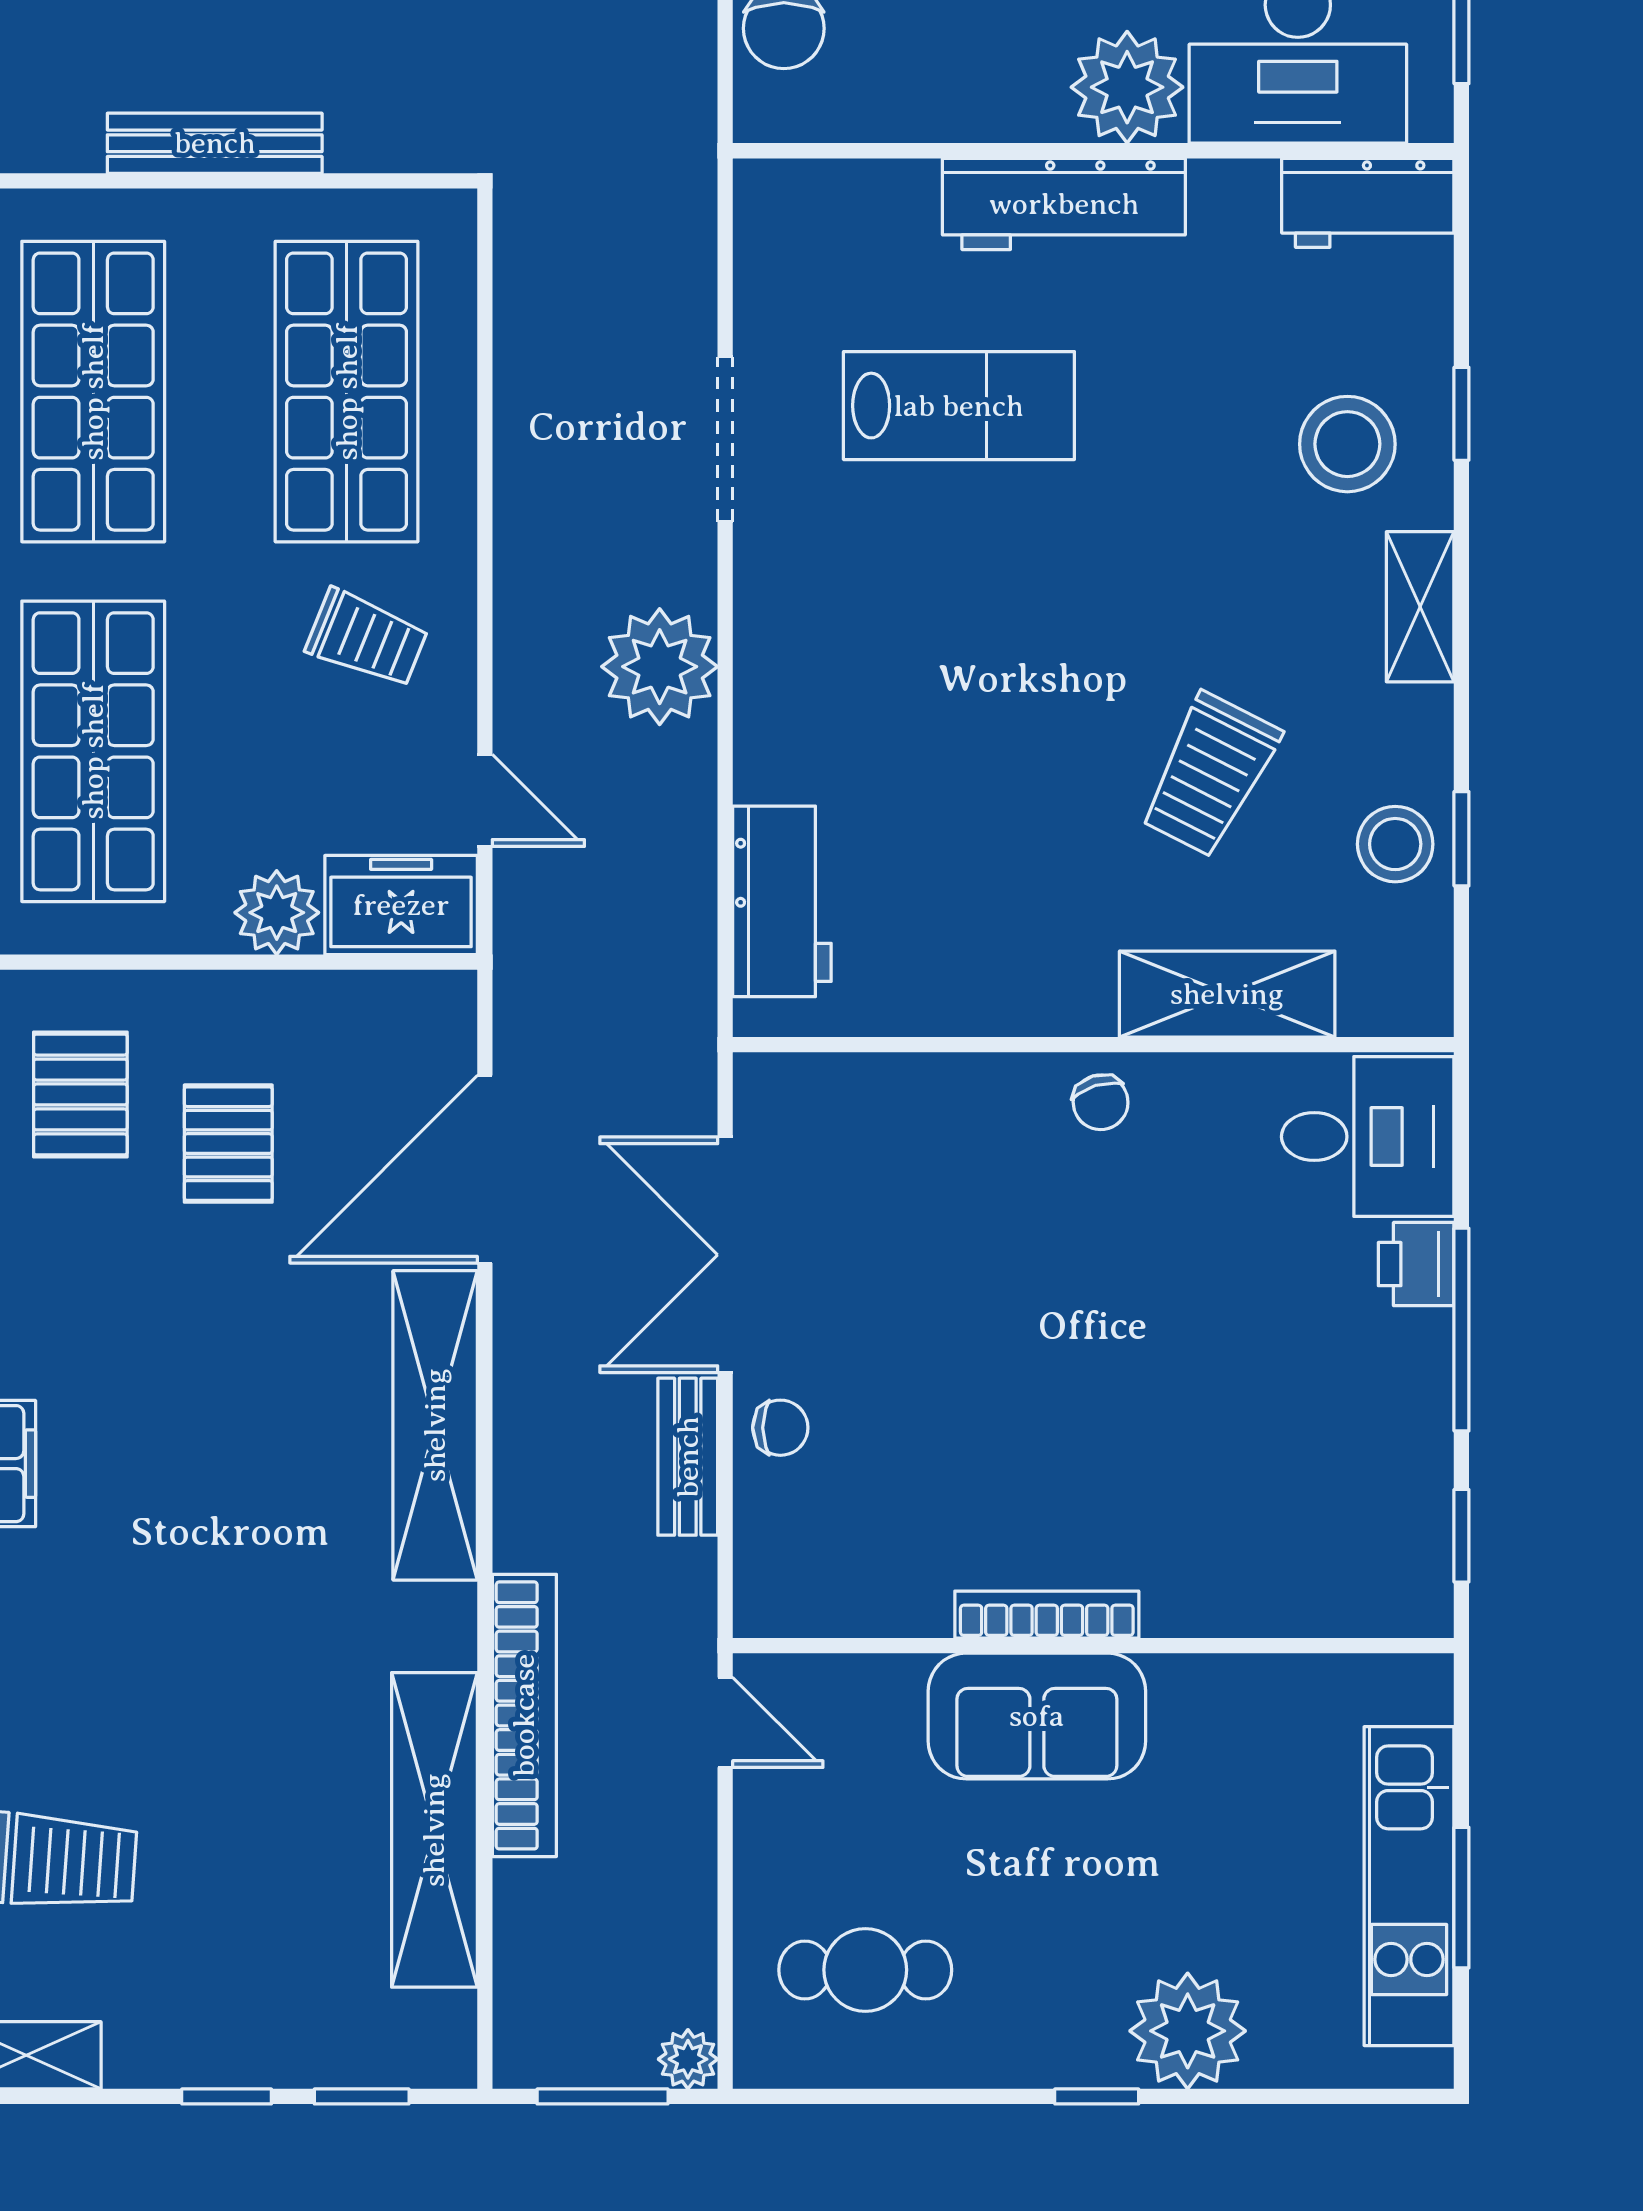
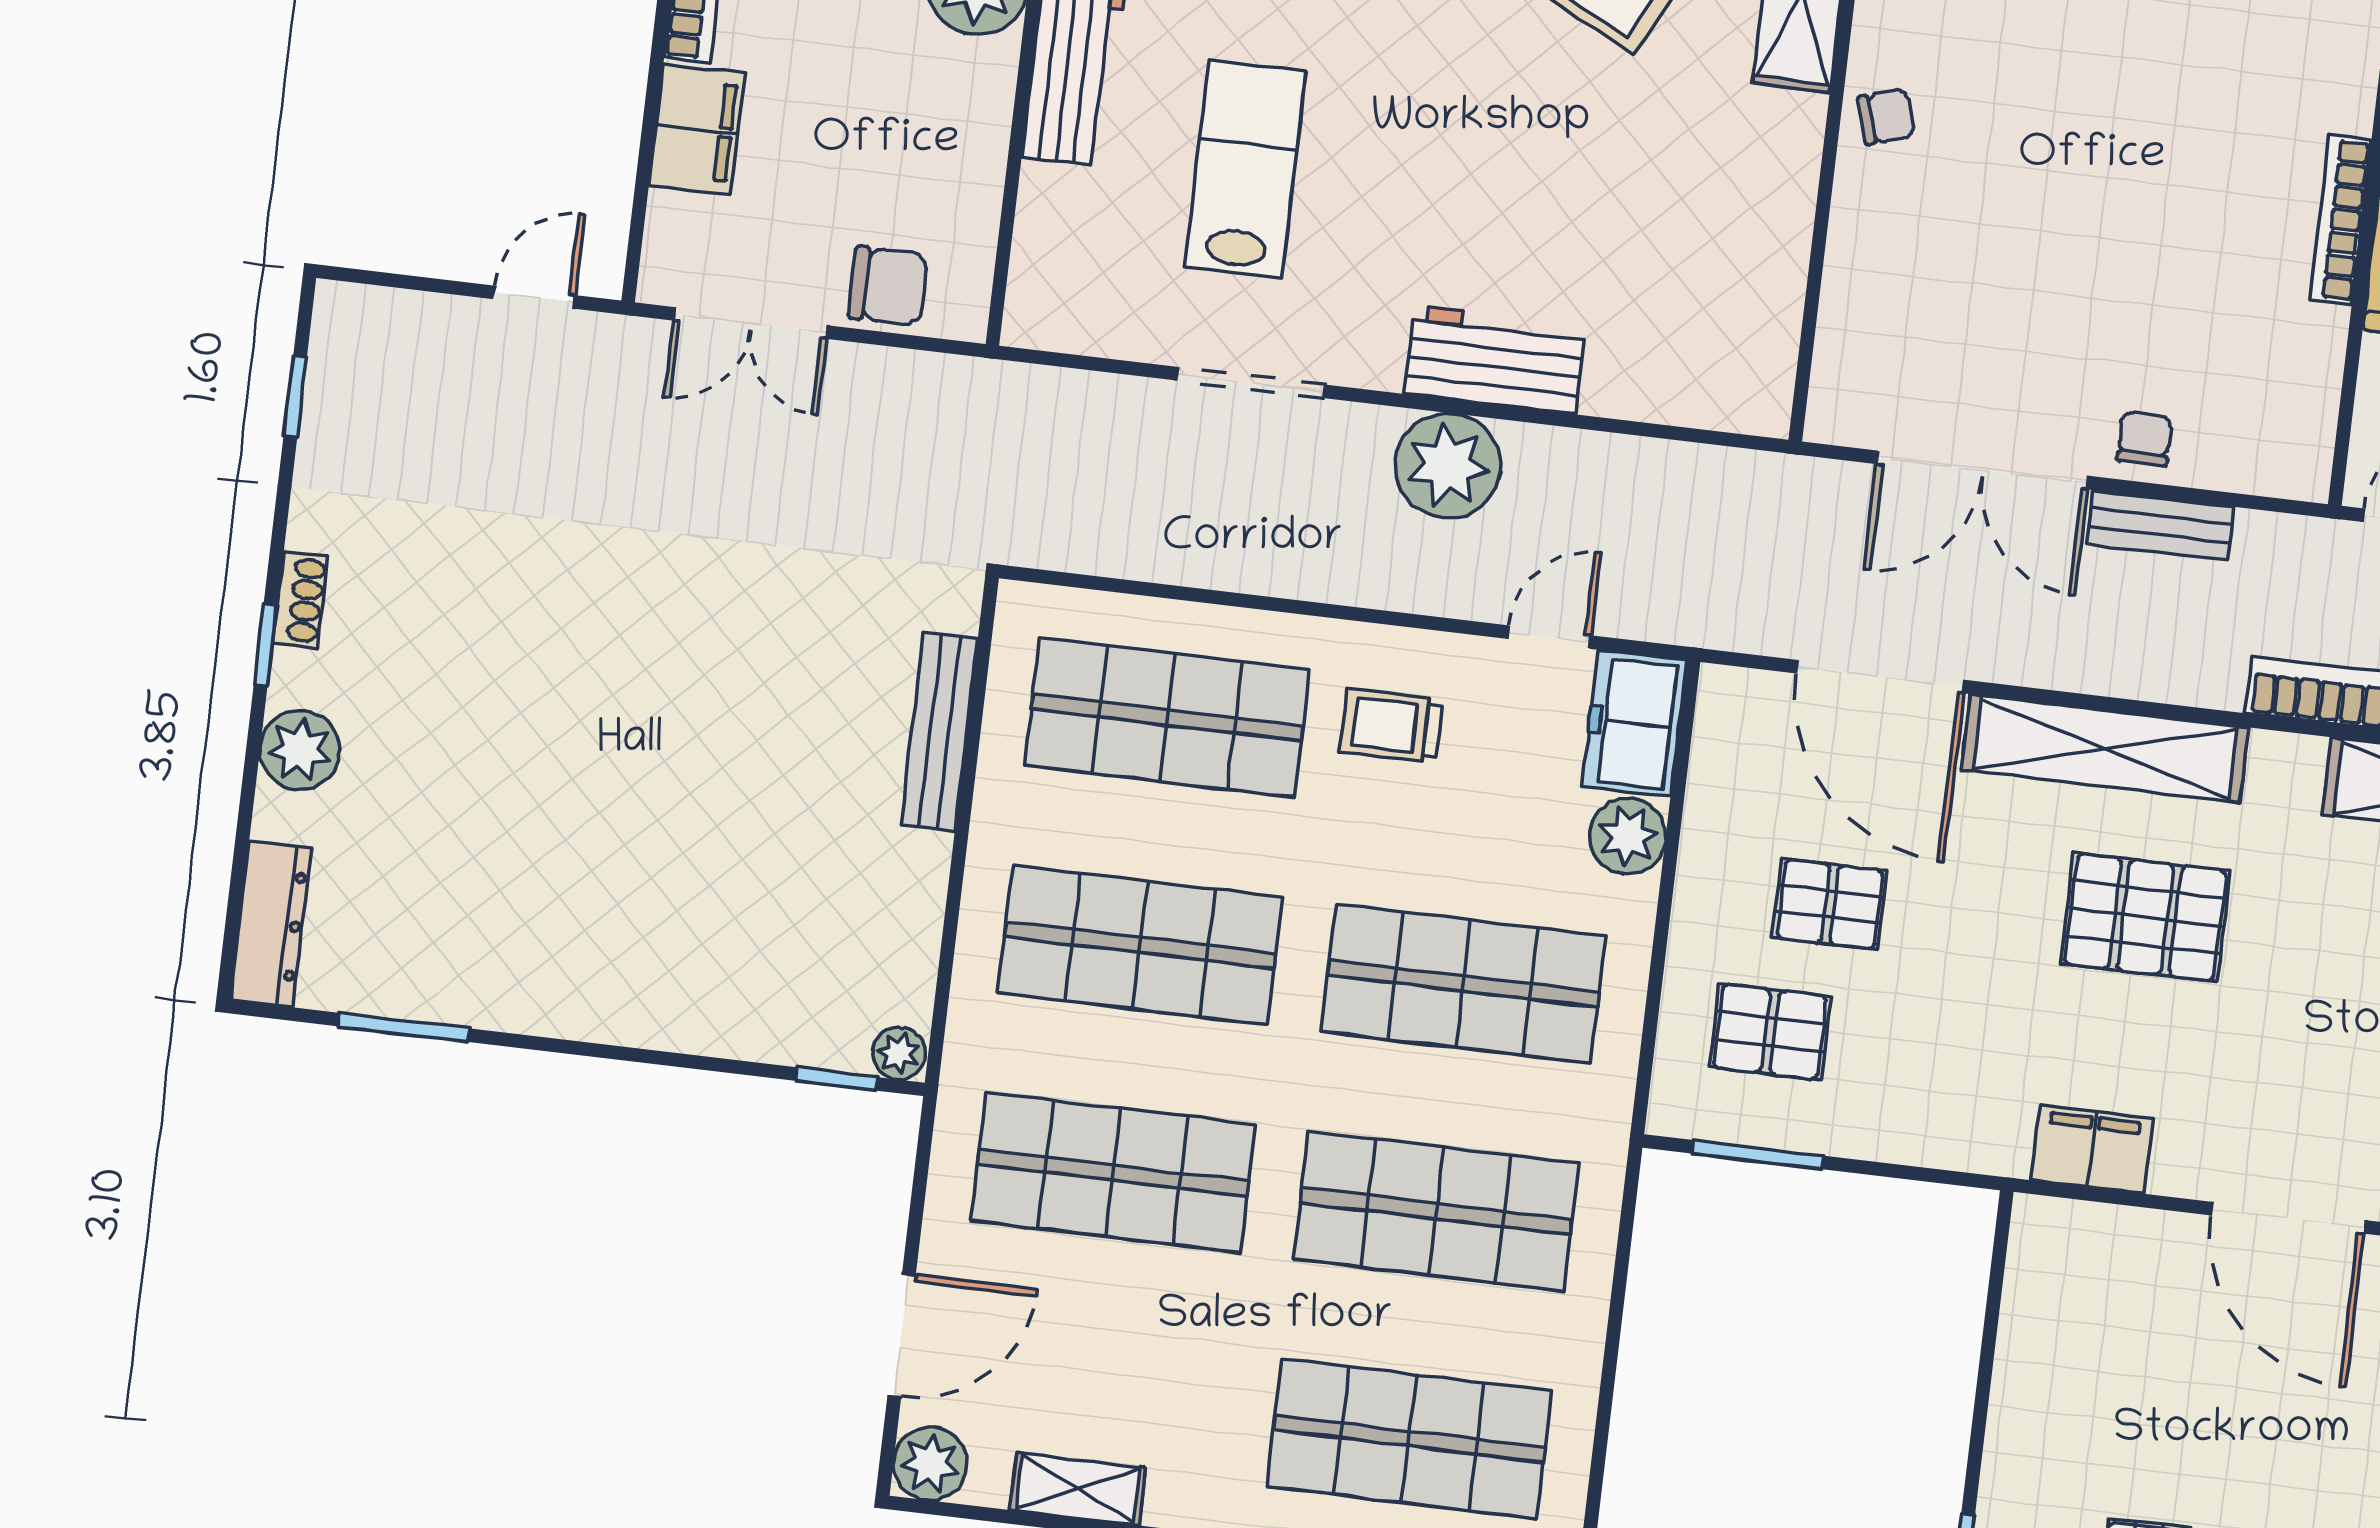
bench: (215, 143) -> (939, 732), moved
trolley: (367, 639) -> (1391, 726), turned -112
workbench: (782, 901) -> (1495, 360), moved
pallet: (255, 1492) -> (2145, 917), added

